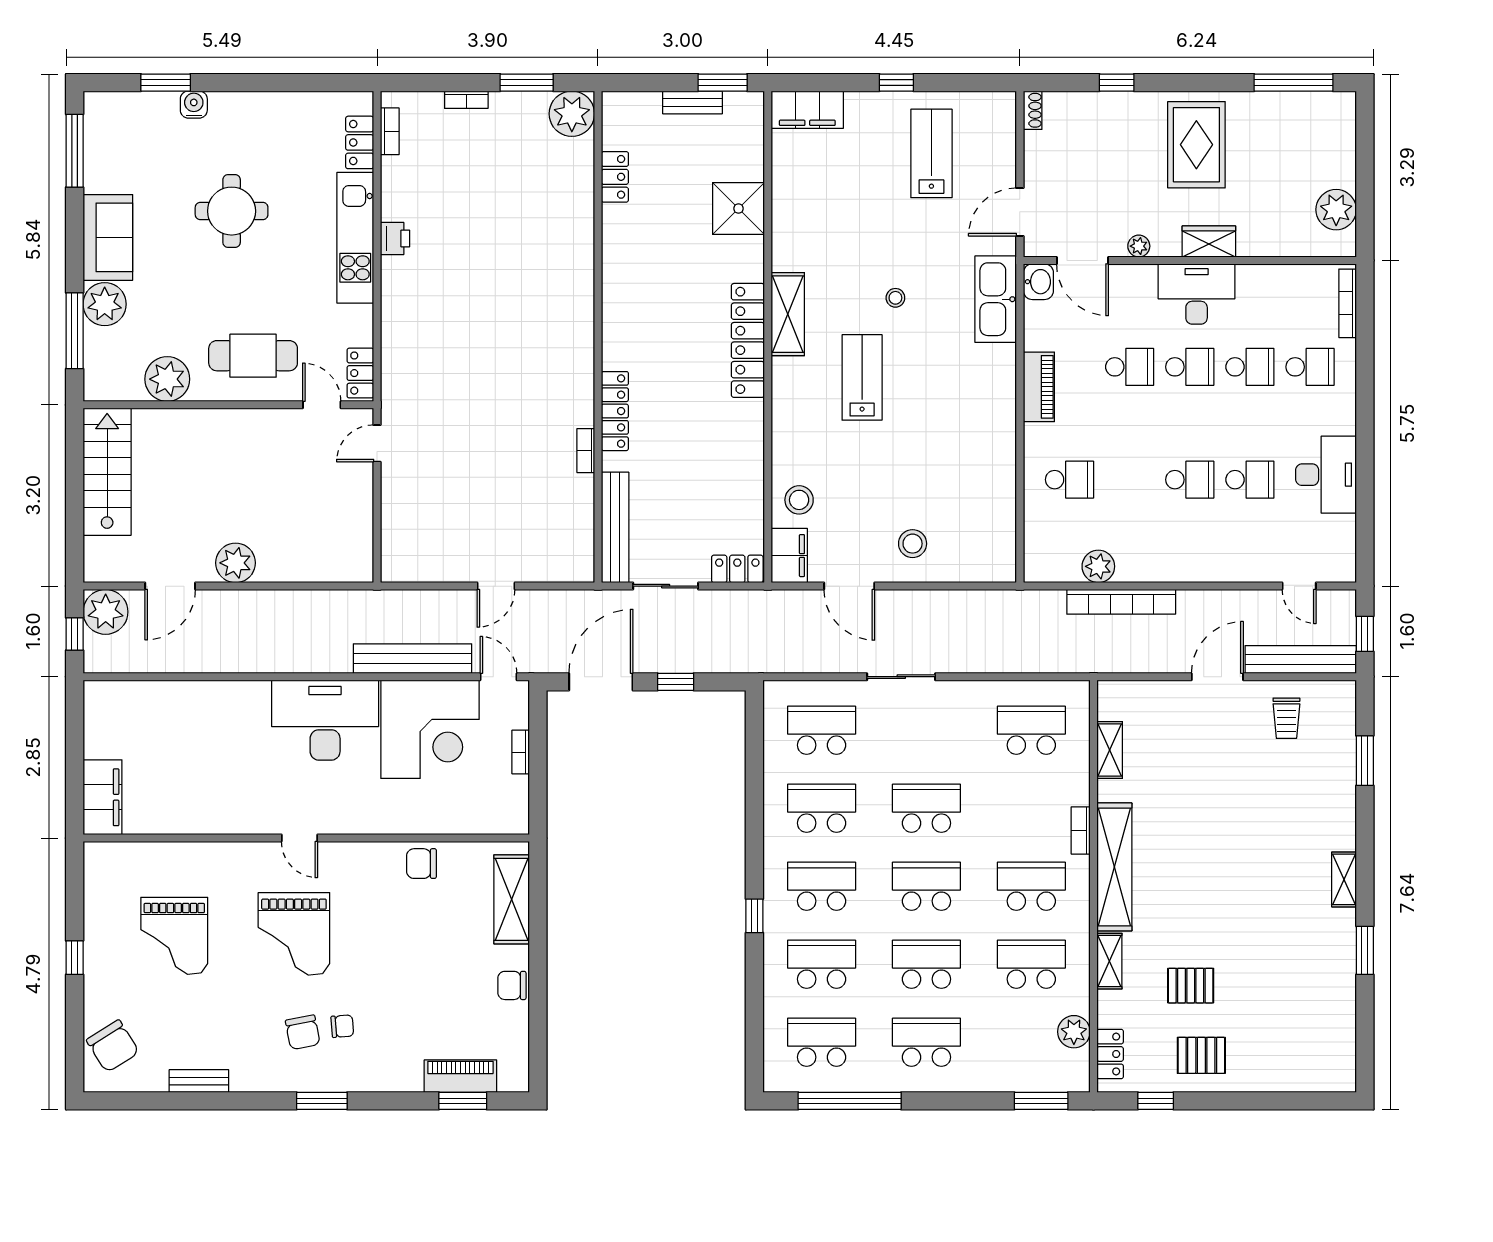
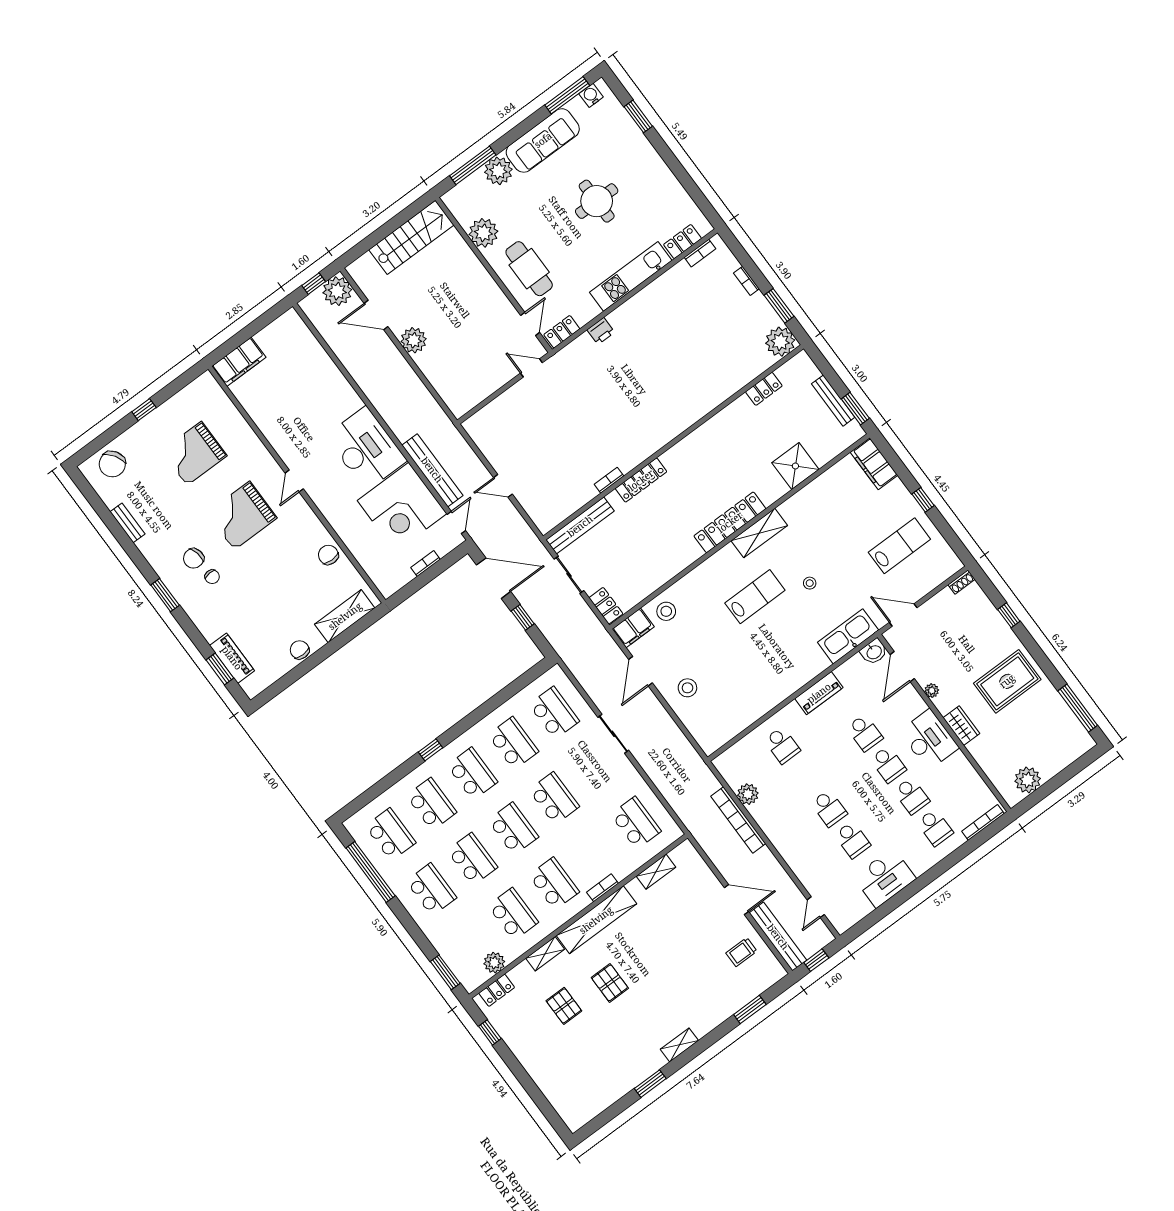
bench: (693, 102) -> (833, 401), width x1.36
water cooler: (194, 105) -> (591, 95), moved, turned -90
sofa: (108, 237) -> (543, 140), width x1.36
printer: (395, 238) -> (601, 331), moved
pallet: (1201, 1055) -> (610, 983), moved

